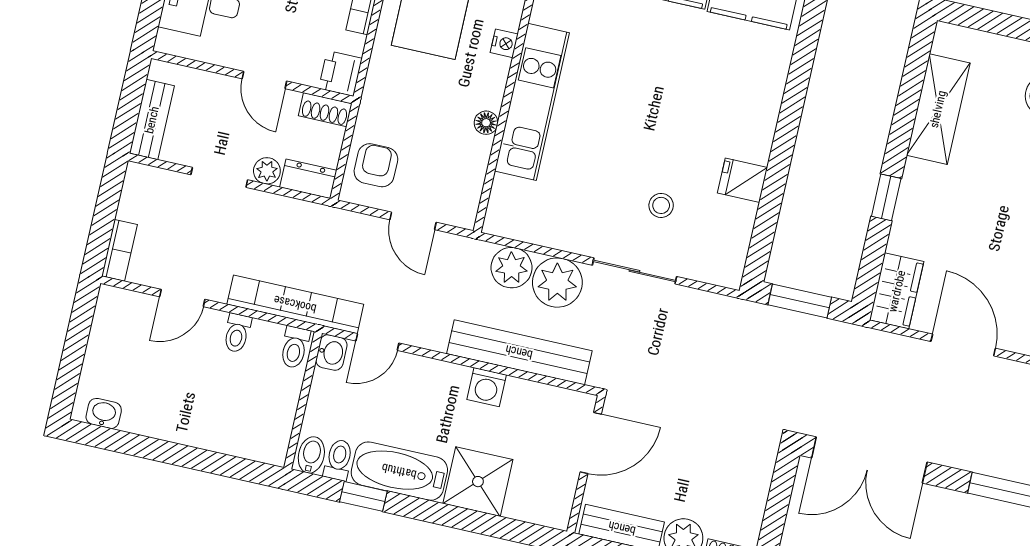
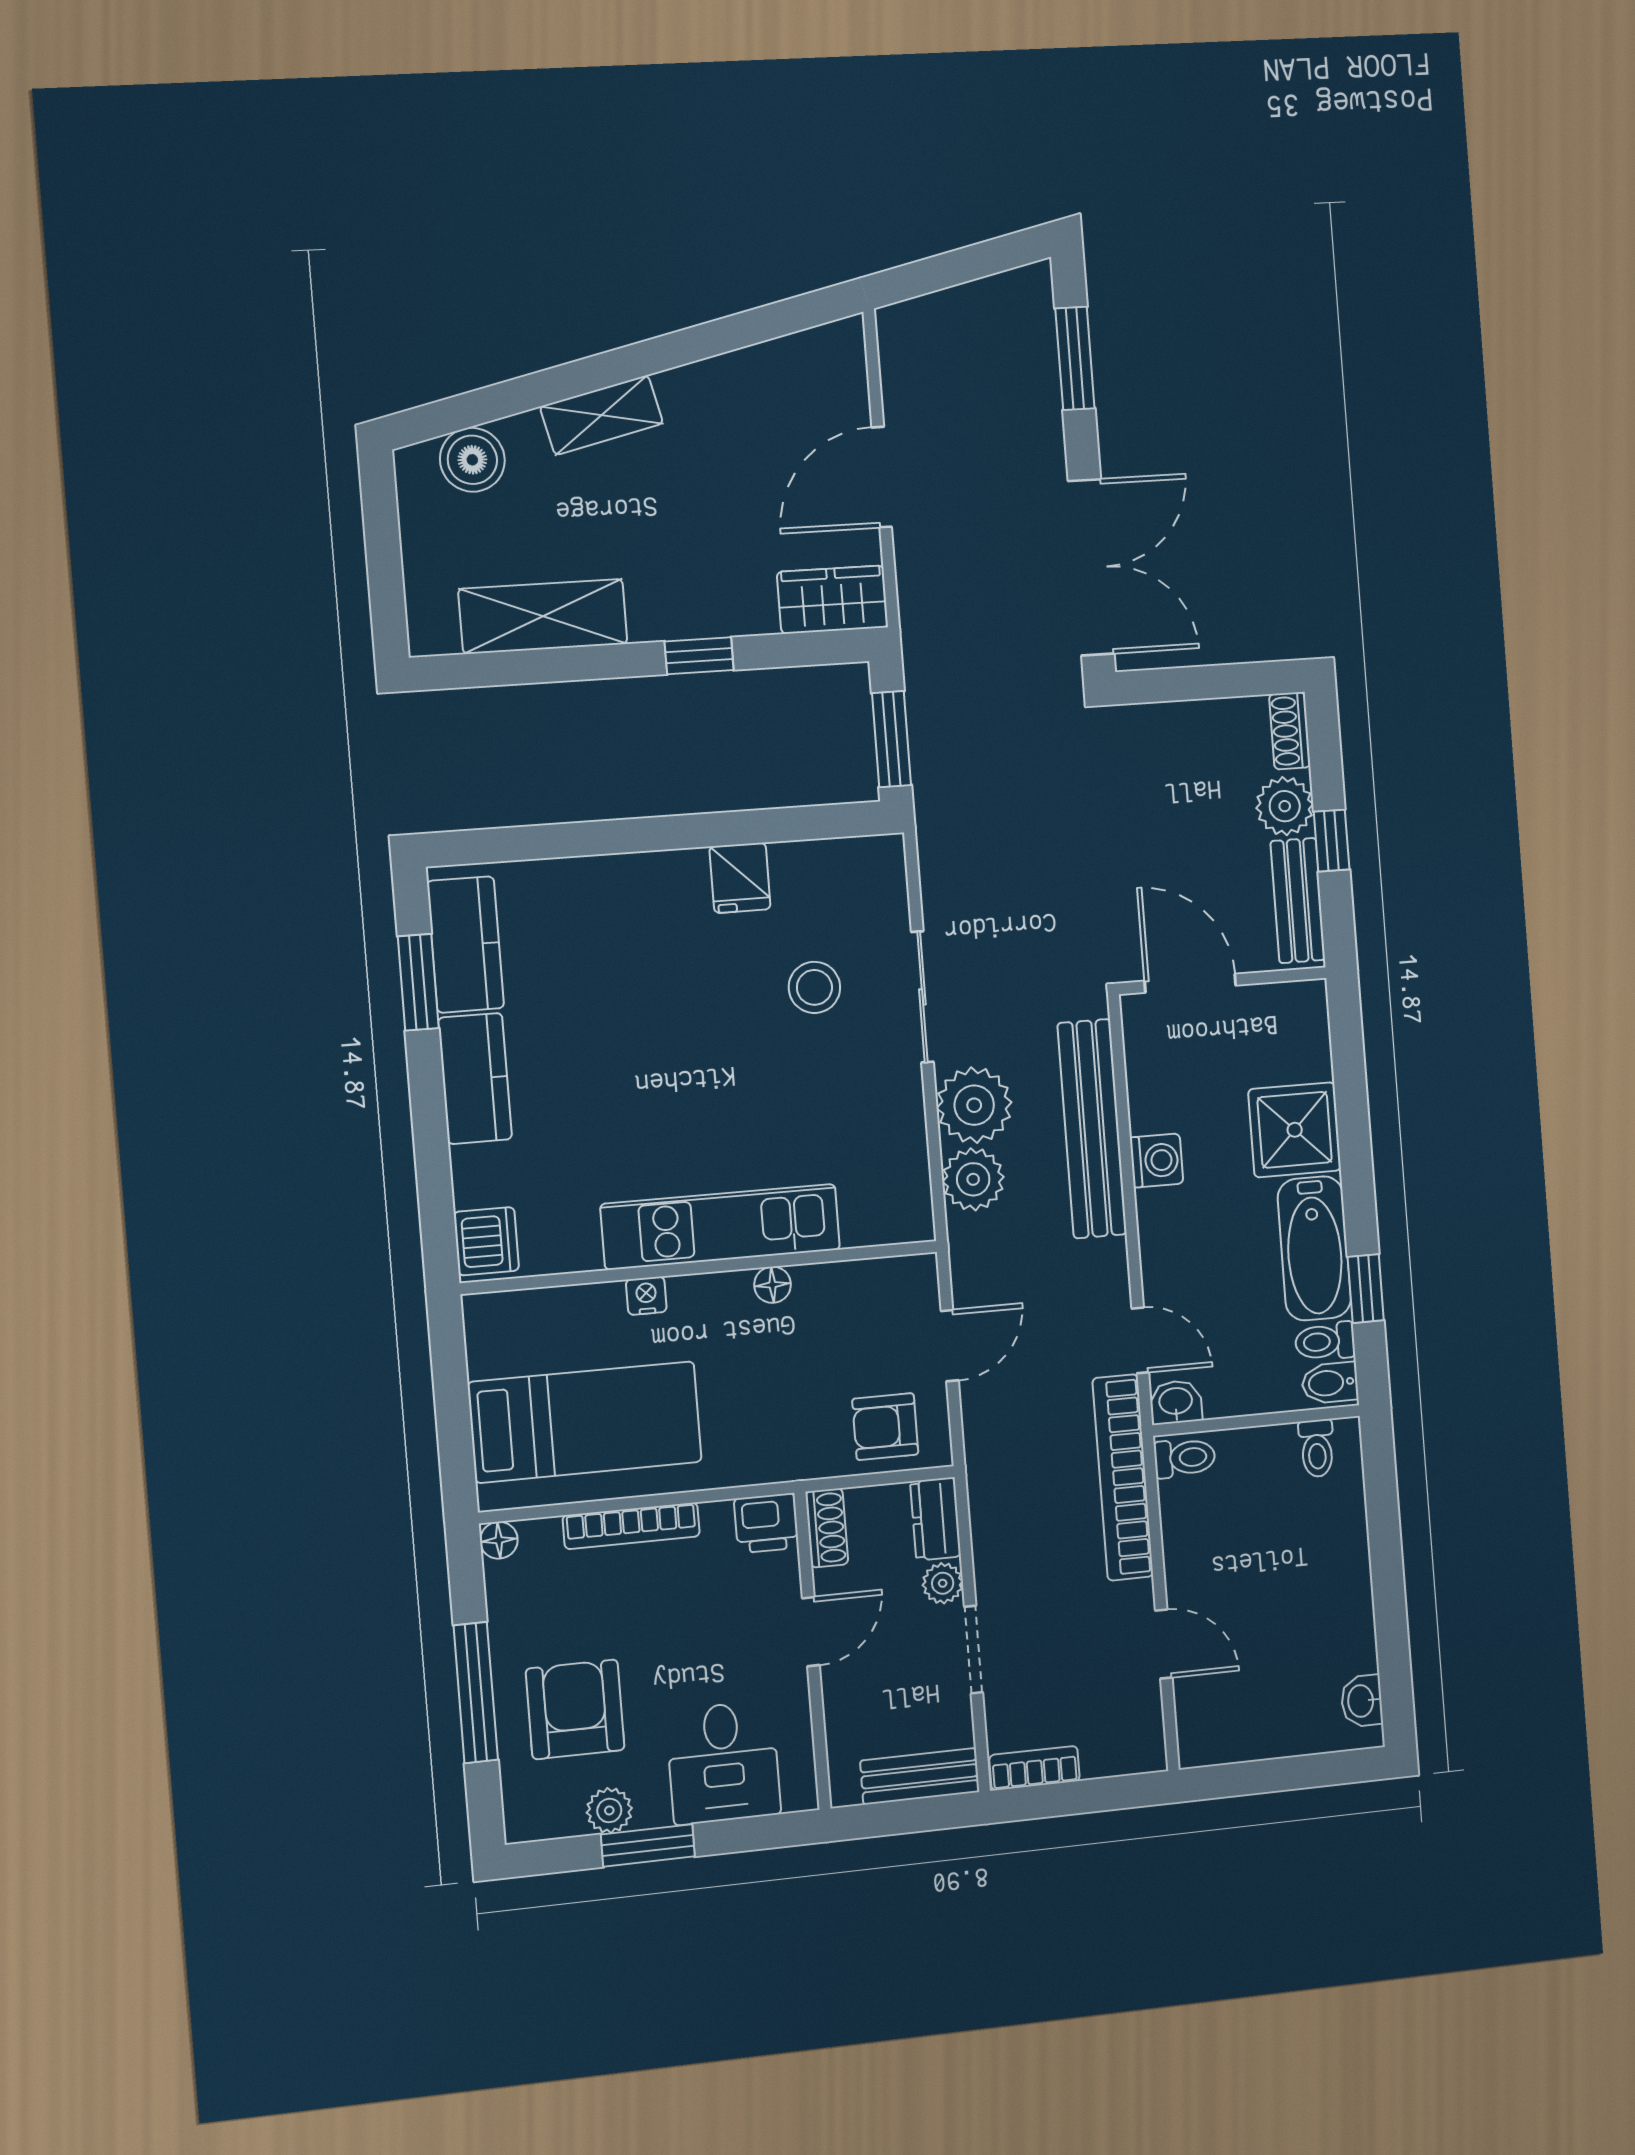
stool: (661, 205) -> (814, 987), width x1.37, depth x1.37
bookcase: (119, 250) -> (1034, 1768), moved
toilet: (237, 333) -> (1317, 1448), moved, turned 90

